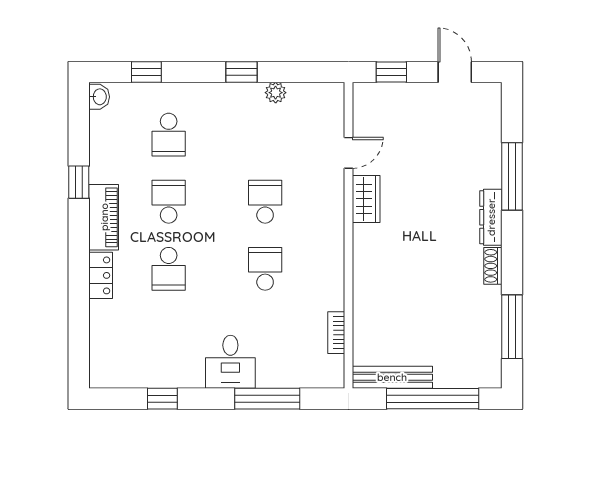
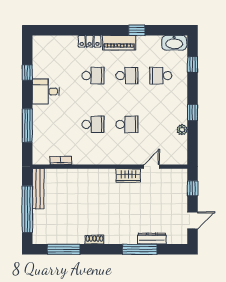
washbasin: (99, 97) -> (174, 43), width x1.91, depth x1.45
door: (349, 153) -> (152, 167), swing flipped
dresser: (491, 217) -> (152, 239), moved
school desk: (169, 269) -> (93, 76), turned 180
desk: (230, 362) -> (46, 92), moved

